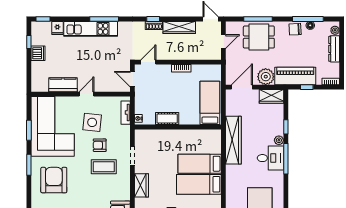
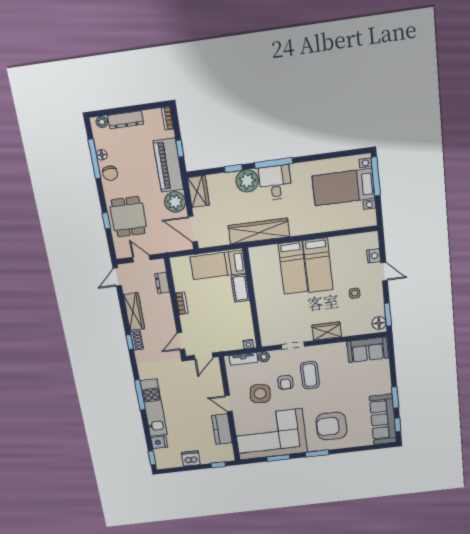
window: (258, 19) -> (106, 221), width x0.46
window: (29, 42) -> (218, 465), moved
dresser: (201, 55) -> (162, 283), added
door: (148, 62) -> (181, 341), hinge flipped
cot: (167, 119) -> (240, 288), moved
plant: (125, 130) -> (264, 357), added
plant: (279, 140) -> (247, 181), width x1.88, depth x1.88

